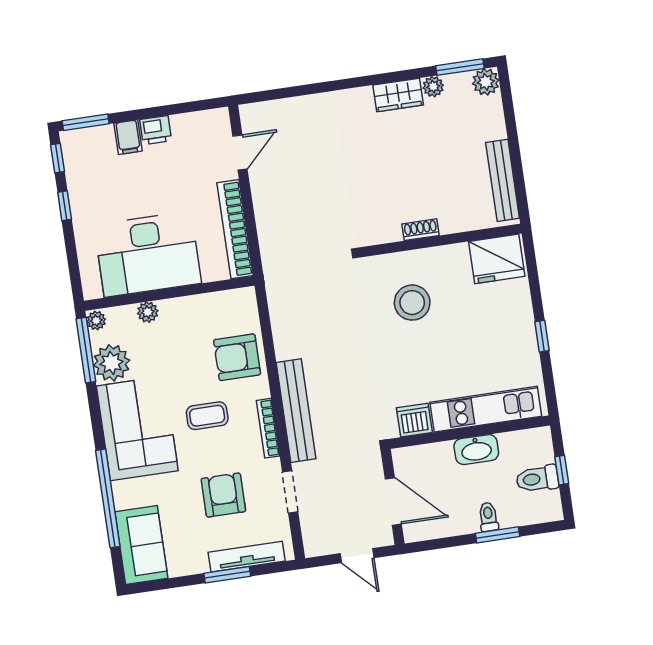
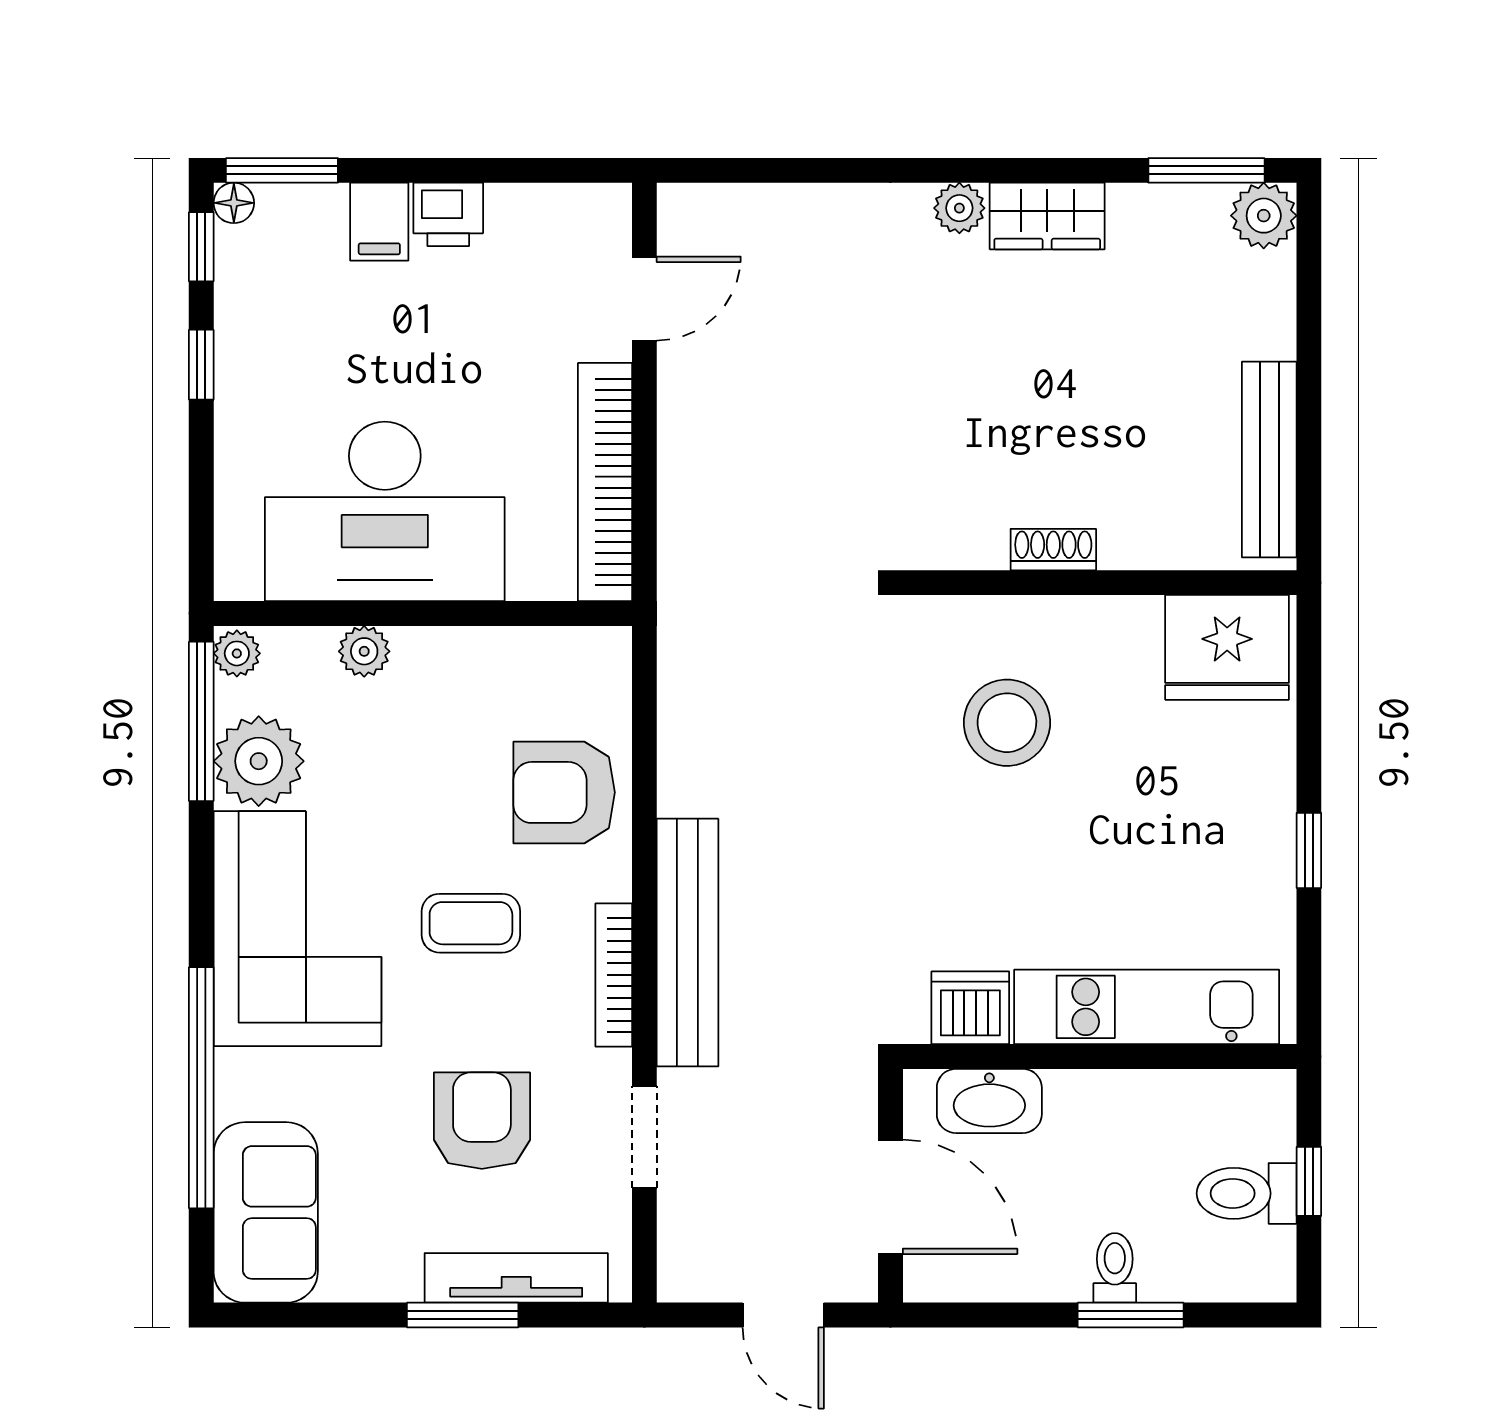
plant: (433, 87) -> (959, 208), moved
floor lamp: (68, 138) -> (234, 203), added
washbasin: (476, 450) -> (989, 1101), moved

